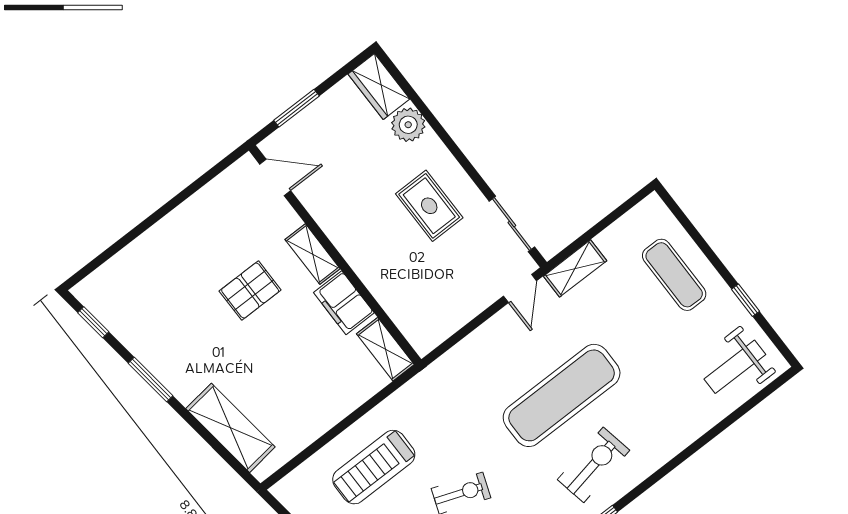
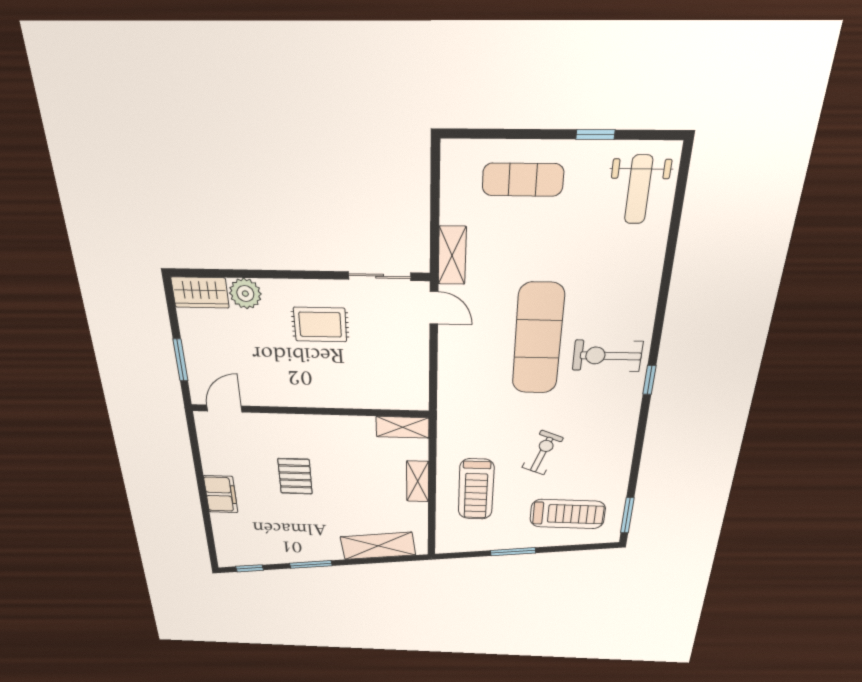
shelving: (313, 254) -> (418, 481), moved, turned 90
filing cabinet: (344, 303) -> (221, 494), moved, turned -90
exercise bike: (594, 465) -> (607, 356), turned -79

